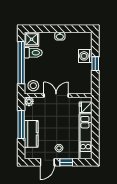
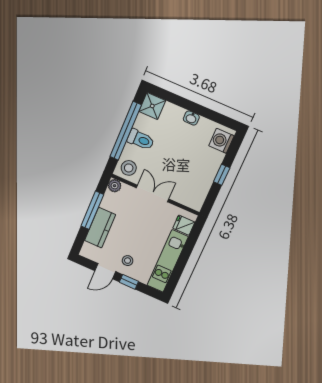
toilet: (33, 53) -> (141, 140), moved
washing machine: (85, 56) -> (221, 141), moved

